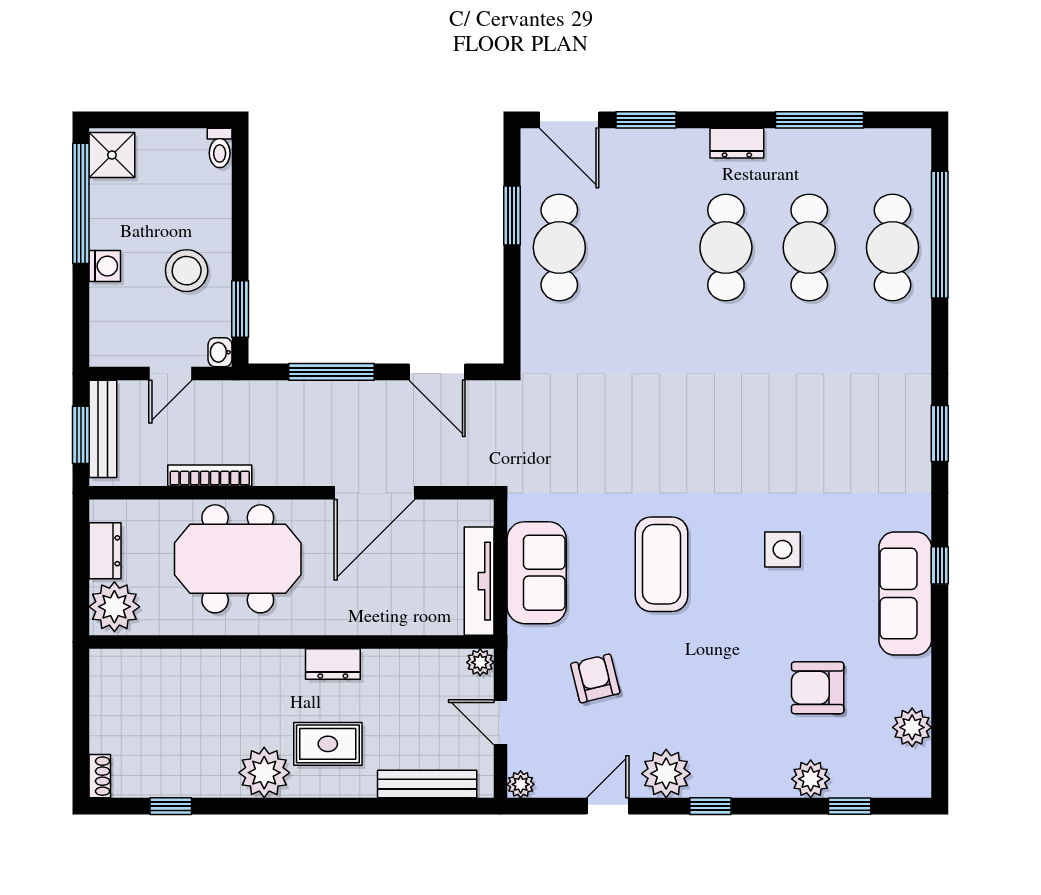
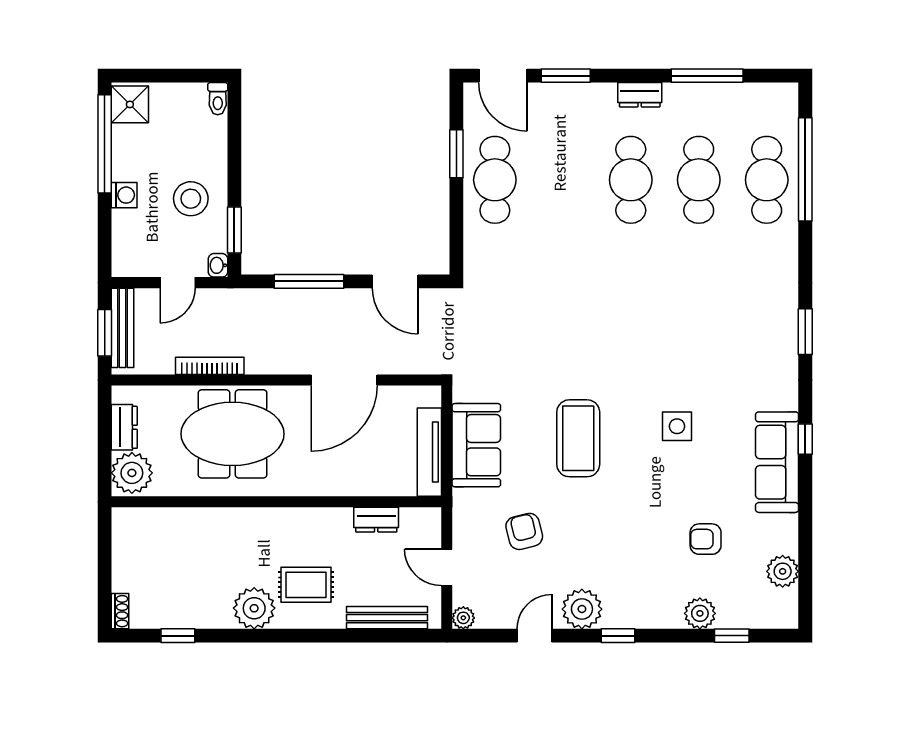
plant: (480, 662) -> (430, 518), removed
dresser: (333, 664) -> (376, 520), moved
armchair: (818, 688) -> (706, 539), width x0.72, depth x0.72

